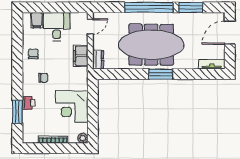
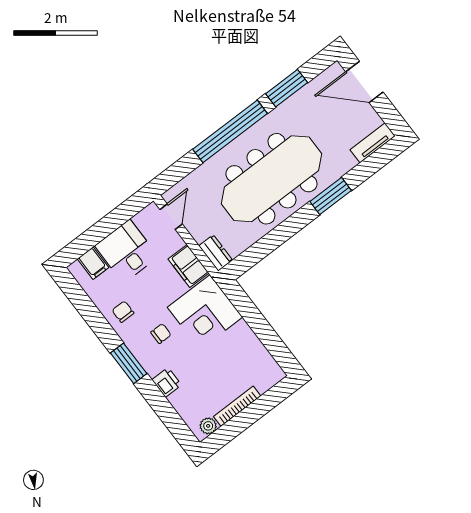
door: (230, 33) -> (364, 82), hinge flipped
window: (161, 74) -> (331, 196), moved
corner desk: (72, 106) -> (205, 312), moved
window: (17, 112) -> (129, 363), moved
plant: (83, 138) -> (208, 426), moved

